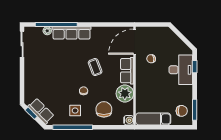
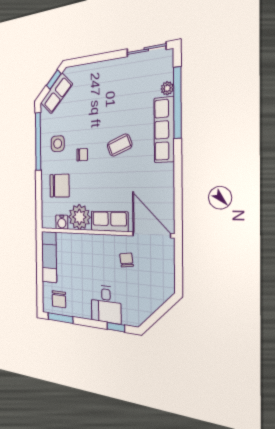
coffee table: (95, 67) -> (120, 145), moved
desk: (181, 70) -> (106, 304), width x0.73
water cooler: (129, 120) -> (62, 222), moved

